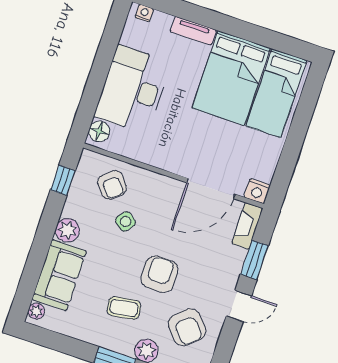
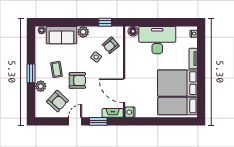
door: (239, 306) -> (75, 121), swing flipped
armchair: (187, 327) -> (57, 101), turned -96

